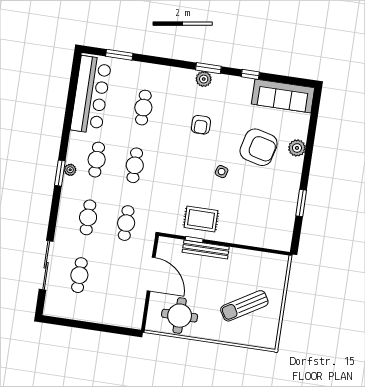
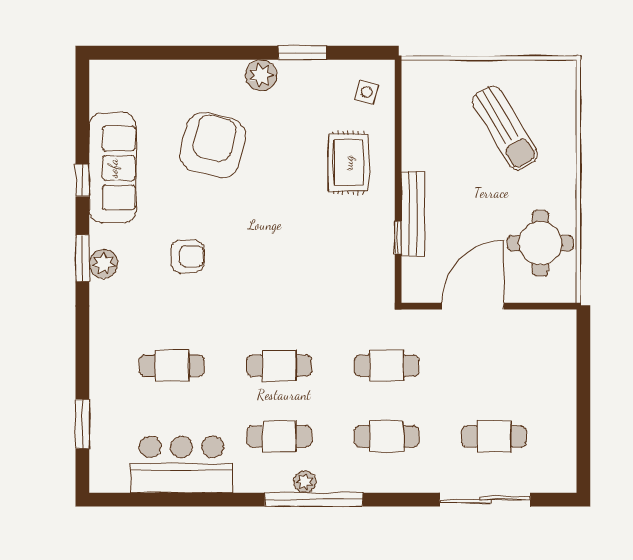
bar counter: (91, 95) -> (181, 464), width x0.73
sofa: (283, 96) -> (113, 168), moved
plant: (297, 148) -> (261, 75), moved
side table: (222, 172) -> (367, 92), moved
window: (60, 173) -> (314, 500), width x2.11
rug: (201, 219) -> (348, 163), moved

